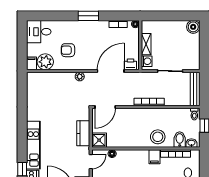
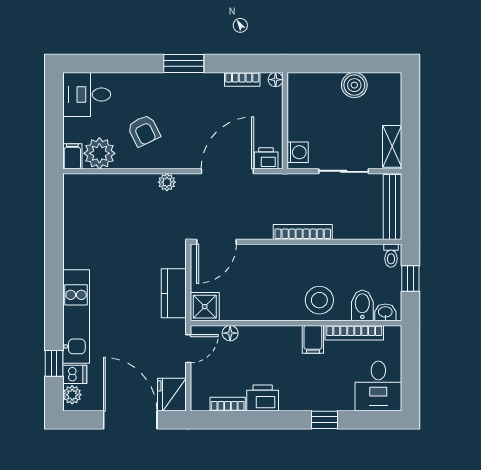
boiler: (193, 27) -> (354, 85), moved
shelving: (146, 44) -> (392, 146), moved
armchair: (68, 50) -> (144, 131), turned -116

